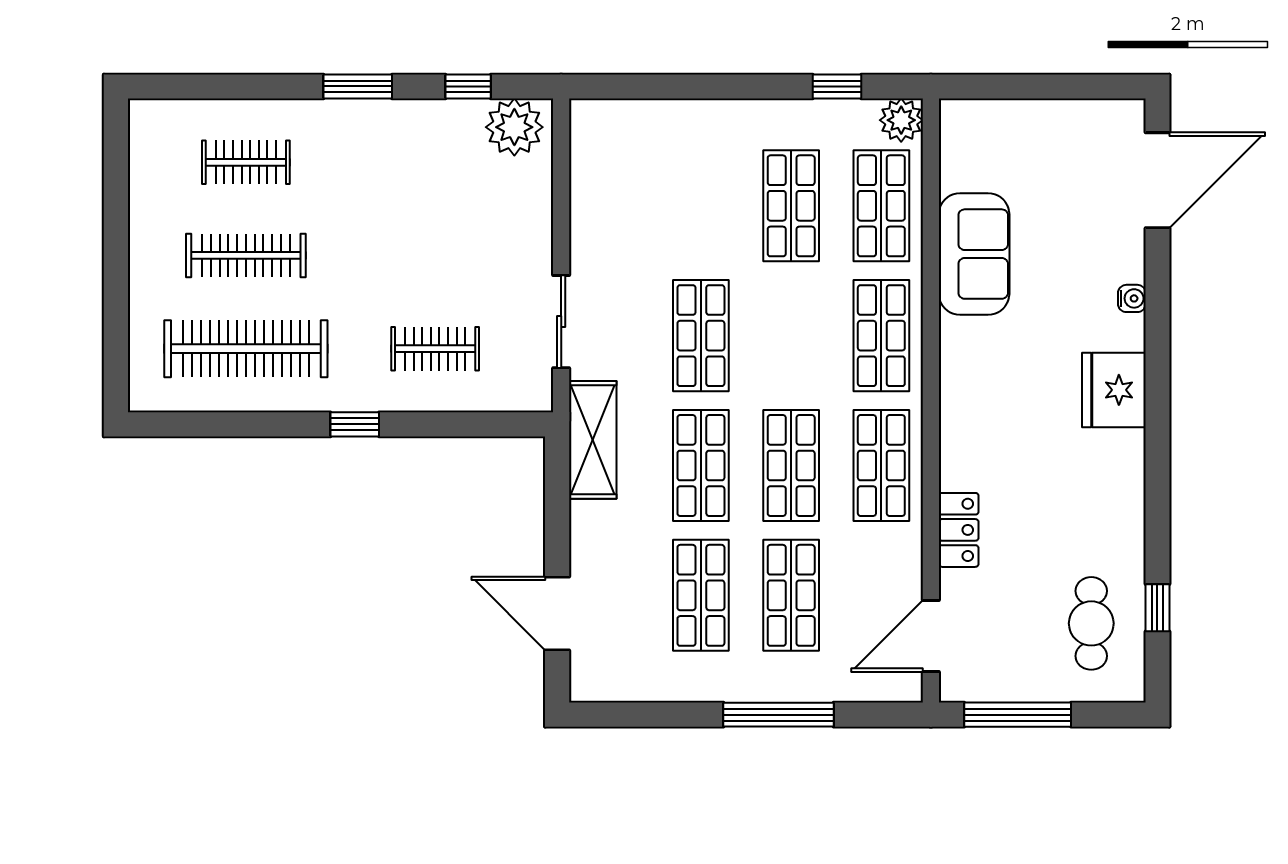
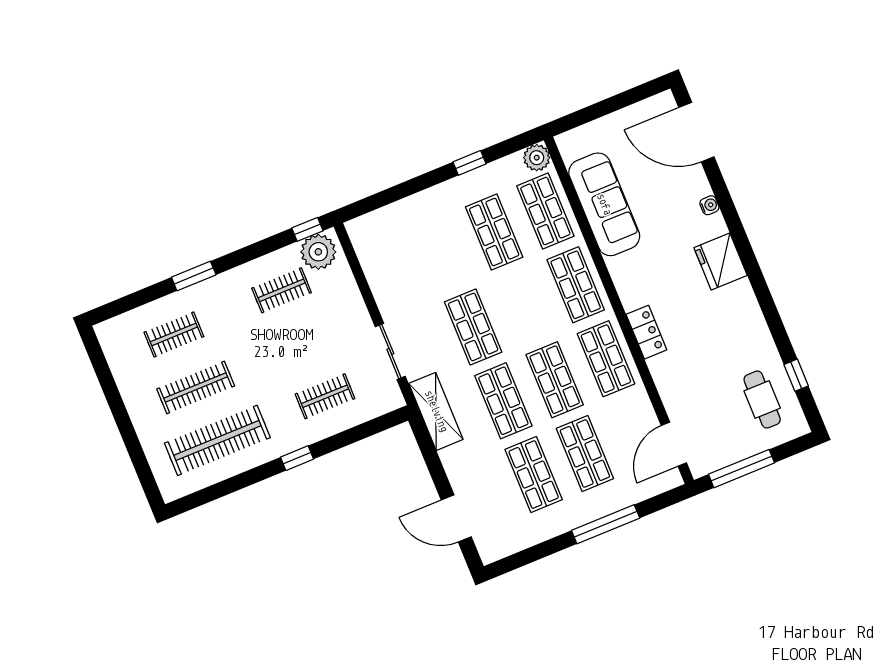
window: (358, 86) -> (194, 276), moved
window: (468, 86) -> (307, 229), moved
window: (837, 86) -> (470, 163), moved
clothes rail: (435, 162) -> (282, 290), added
door: (1157, 180) -> (696, 132), swing flipped
sofa: (974, 254) -> (604, 204), width x1.36
locker: (959, 530) -> (646, 332), moved

